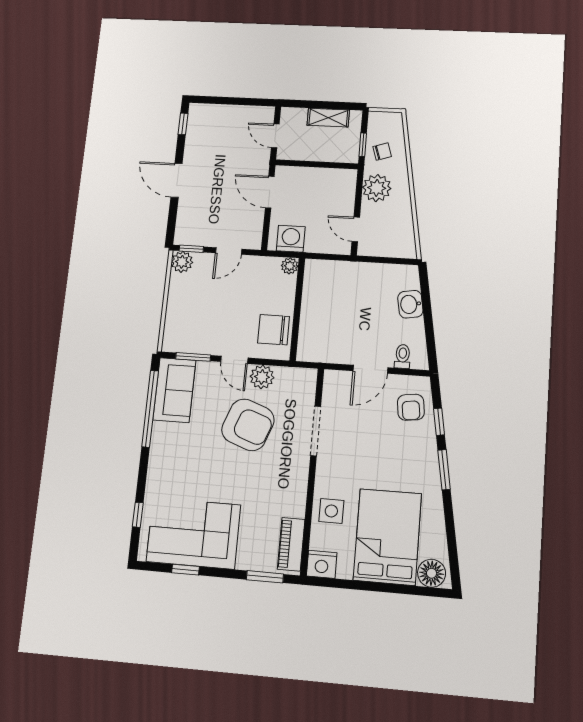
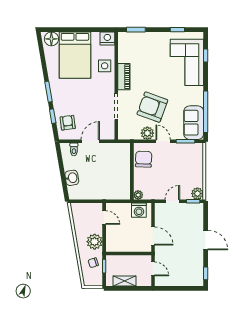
chair: (274, 330) -> (144, 159), turned -88
corner sofa: (193, 533) -> (187, 62), moved, turned 90
piano: (291, 544) -> (124, 77), moved

